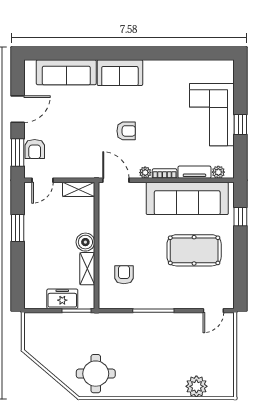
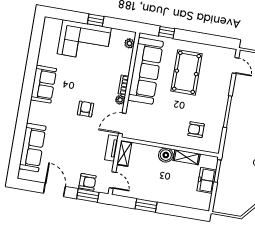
sofa: (120, 73) -> (44, 84), moved
tv unit: (194, 172) -> (112, 148), moved

